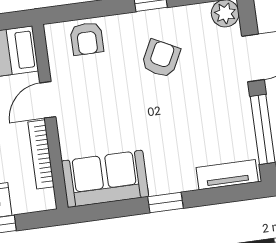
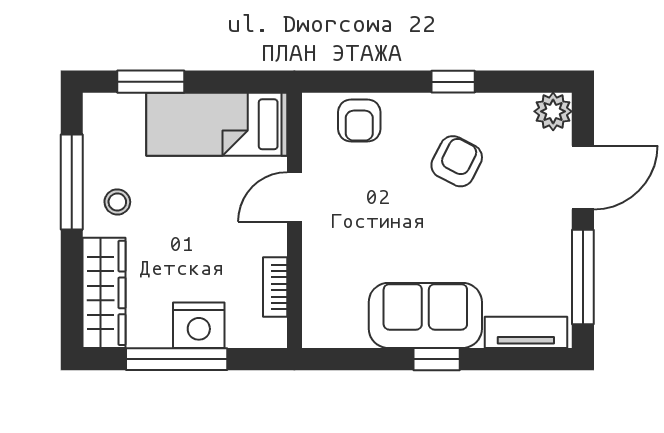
bookcase: (41, 154) -> (275, 287), width x0.64
sofa: (105, 179) -> (425, 315), moved

